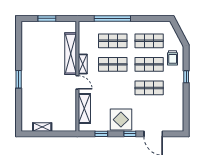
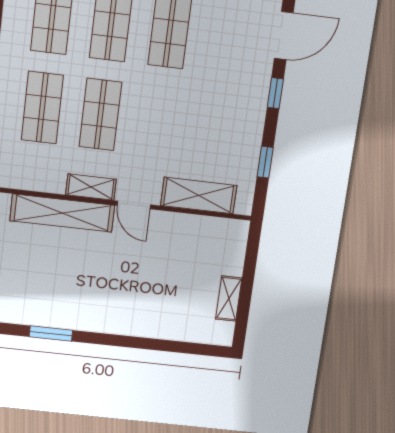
window: (19, 79) -> (51, 333), moved
door: (77, 82) -> (134, 205), swing flipped
display table: (121, 120) -> (238, 111), removed

